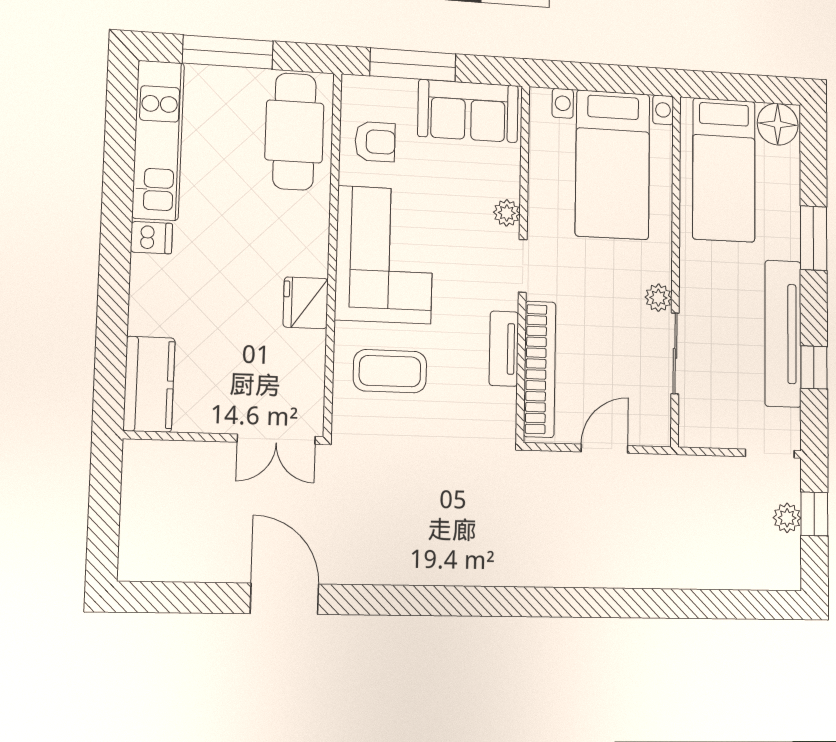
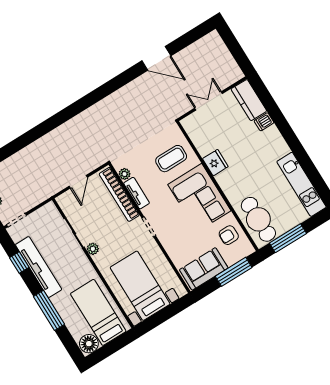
window: (228, 52) -> (288, 238), moved
plant: (507, 213) -> (125, 174), moved
dishwasher: (151, 238) -> (264, 122), moved
window: (814, 238) -> (49, 310), width x1.44
double door: (276, 439) -> (209, 101), moved

